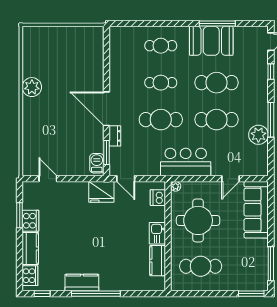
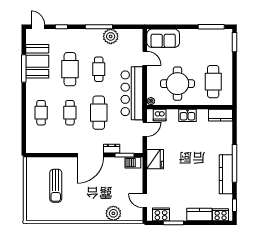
booth: (211, 41) -> (37, 61), moved
sun lounger: (67, 64) -> (56, 186), added
plant: (32, 87) -> (113, 213), moved
cafe table: (217, 120) -> (99, 69), width x0.73, depth x0.74
bar counter: (186, 162) -> (132, 93), width x1.36
door: (48, 179) -> (145, 201), hinge flipped
door: (126, 179) -> (145, 129), moved
sofa: (256, 210) -> (163, 38), width x0.73
cooker: (30, 221) -> (161, 214), moved
kitchen counter: (158, 261) -> (221, 115), moved
kitchen counter: (82, 283) -> (226, 174), width x1.50

